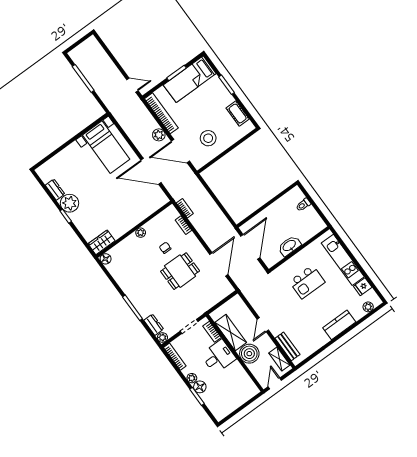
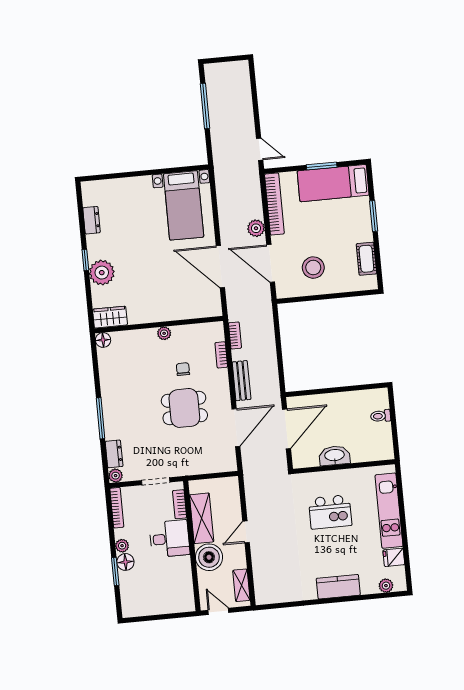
plant: (70, 203) -> (102, 273), moved
bench: (287, 346) -> (242, 381), moved
door: (275, 383) -> (218, 611), hinge flipped

